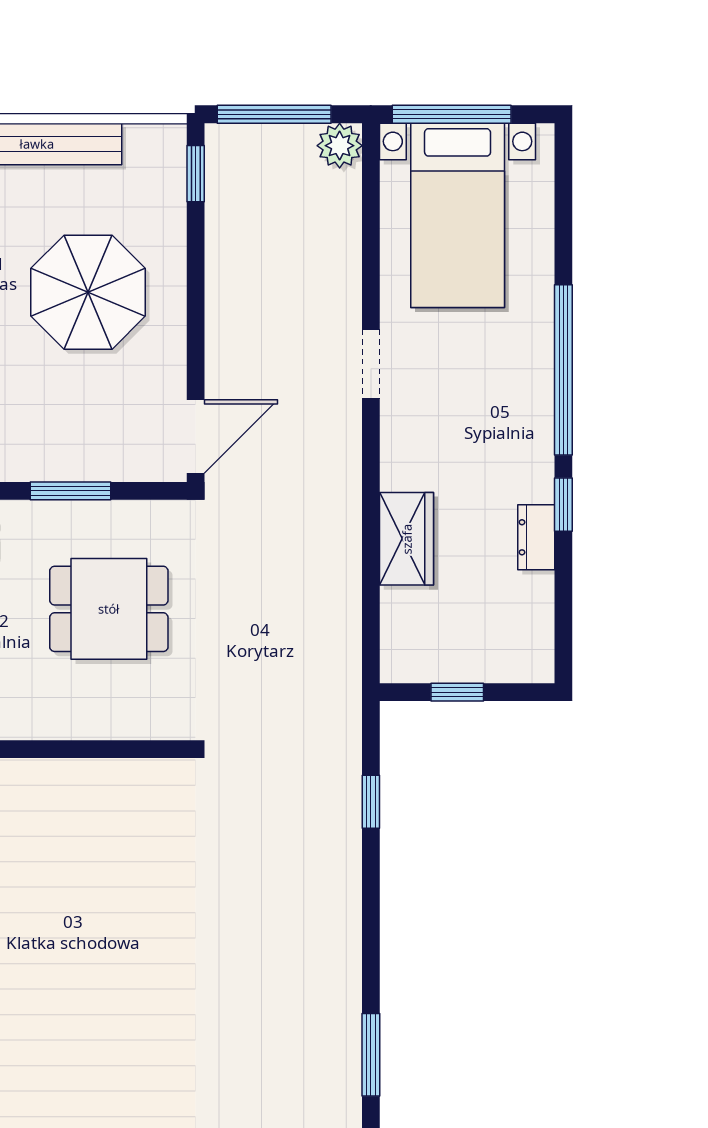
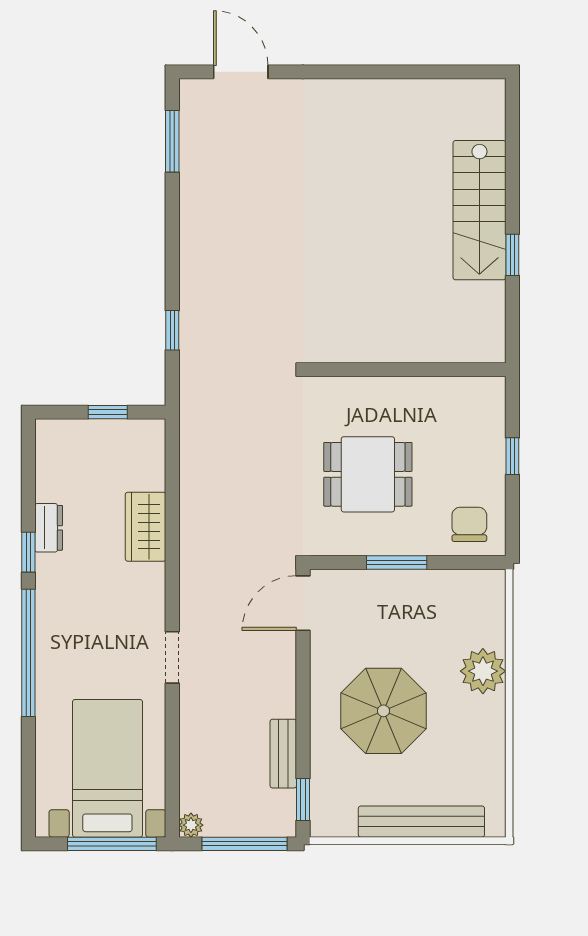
plant: (340, 146) -> (191, 825), width x0.73, depth x0.73
bench: (222, 235) -> (283, 754), added

